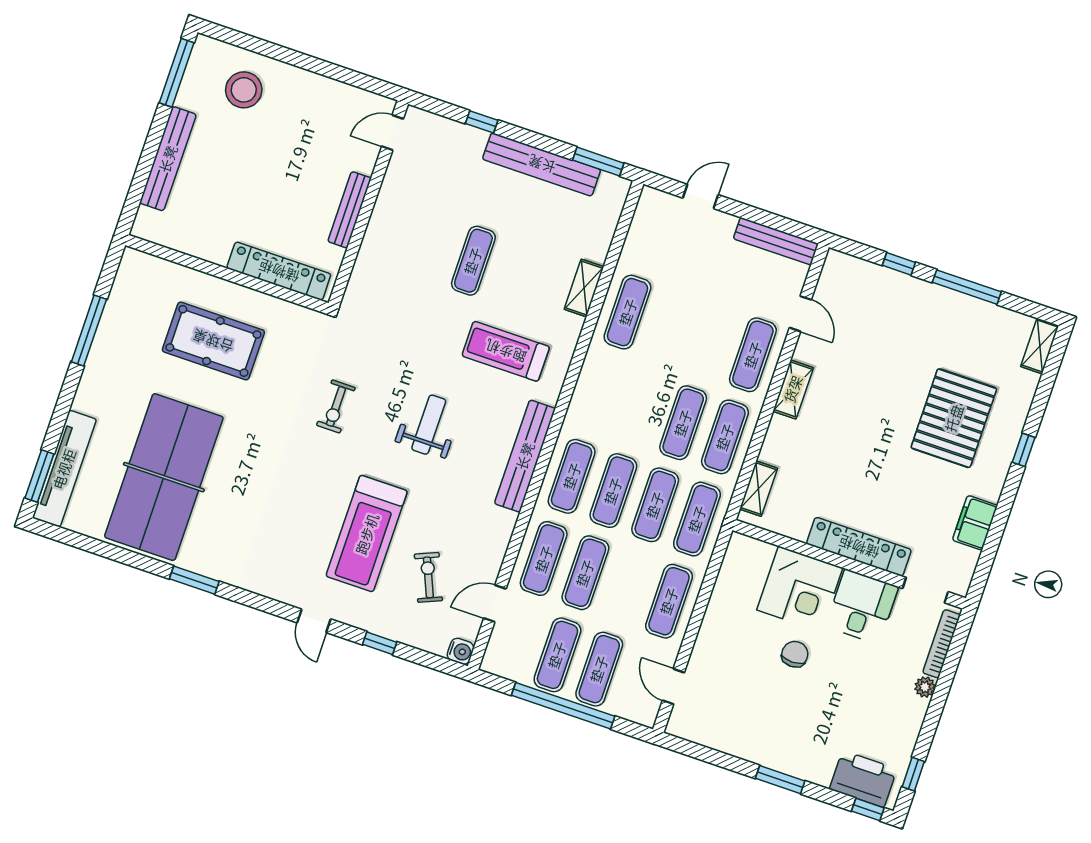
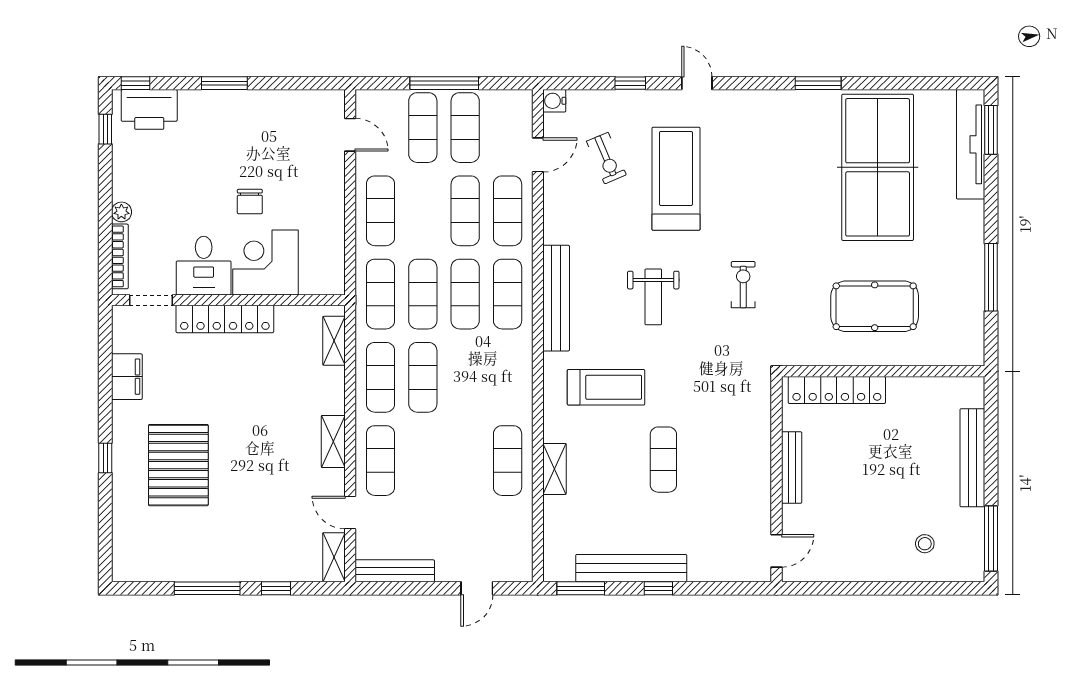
stool: (244, 90) -> (925, 544), width x0.53, depth x0.53
window: (482, 122) -> (658, 588), moved
shelving: (1040, 346) -> (334, 557), moved
window: (563, 706) -> (444, 83), width x0.68

